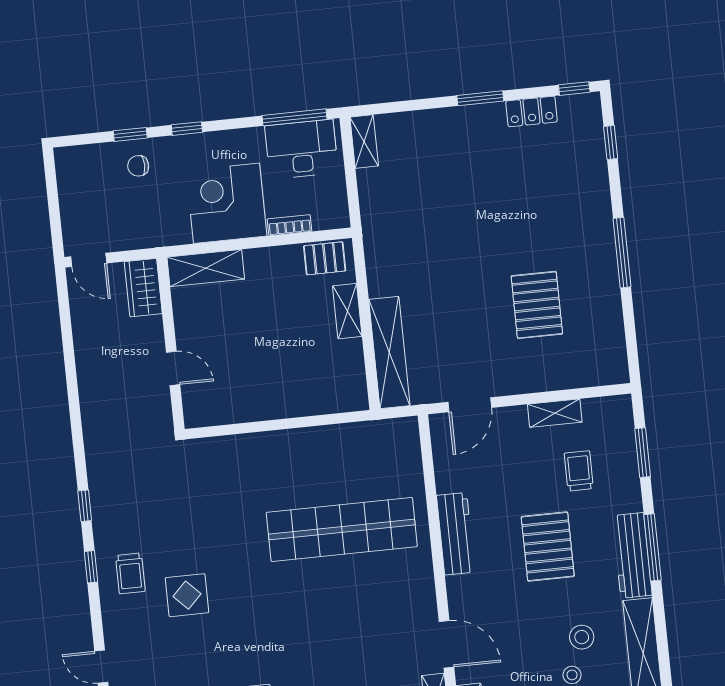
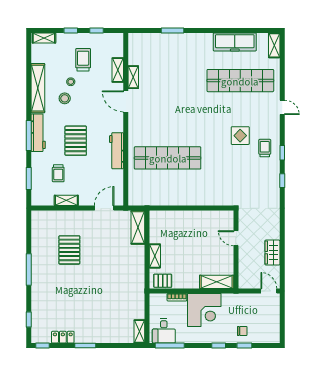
desk: (301, 149) -> (164, 331), width x0.73
wardrobe: (143, 288) -> (272, 253), moved, turned 180
shelving: (389, 353) -> (138, 227), width x0.68

